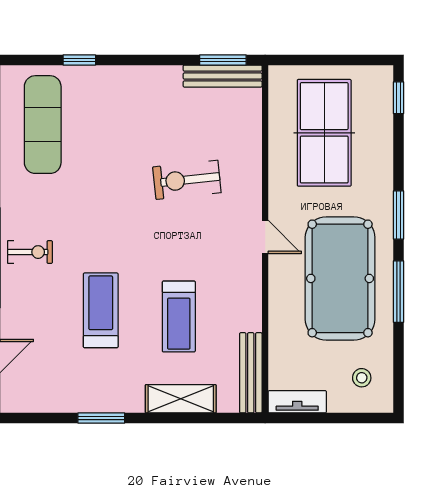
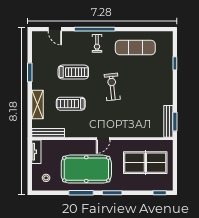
exercise mat: (43, 125) -> (135, 48), moved
exercise bike: (187, 180) -> (112, 87), moved

